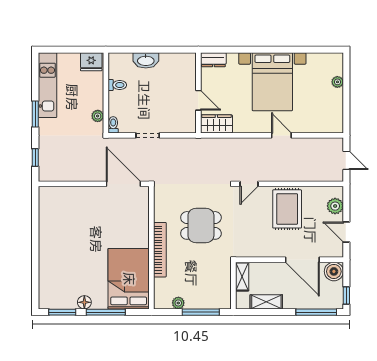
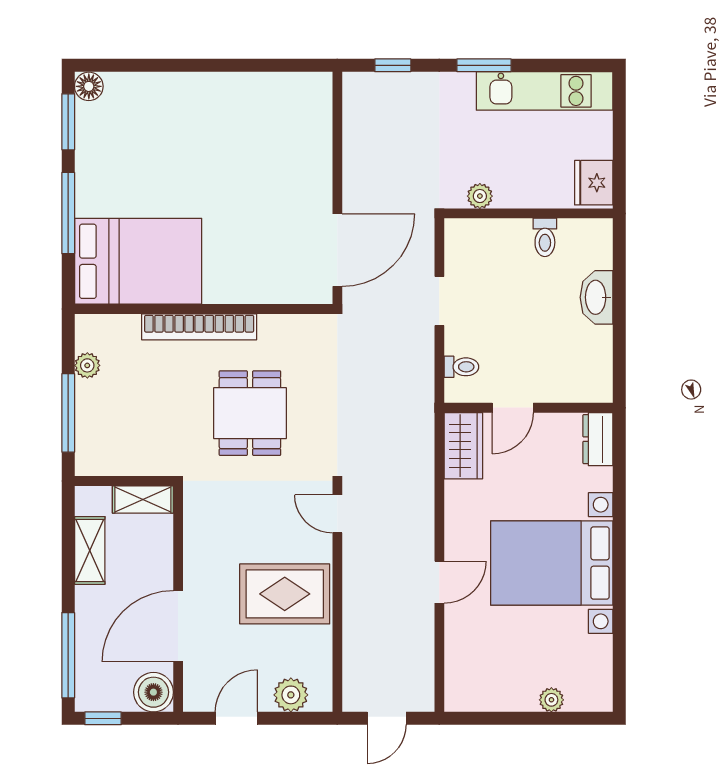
toilet: (113, 125) -> (461, 367), moved
floor lamp: (84, 302) -> (89, 86), moved

